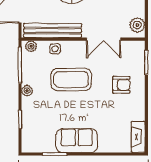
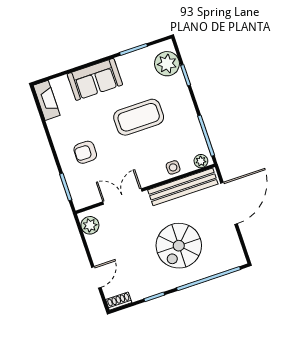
coffee table: (71, 79) -> (139, 117), moved
plant: (27, 91) -> (167, 64), moved, width x1.87, depth x1.87
sofa: (77, 141) -> (95, 79), moved

